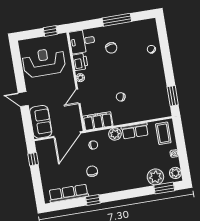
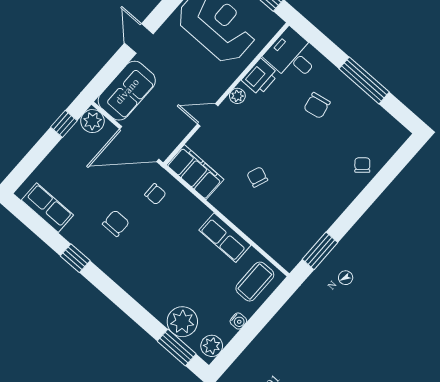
plant: (115, 134) -> (92, 121), moved
row of seats: (69, 193) -> (47, 208), width x0.68

